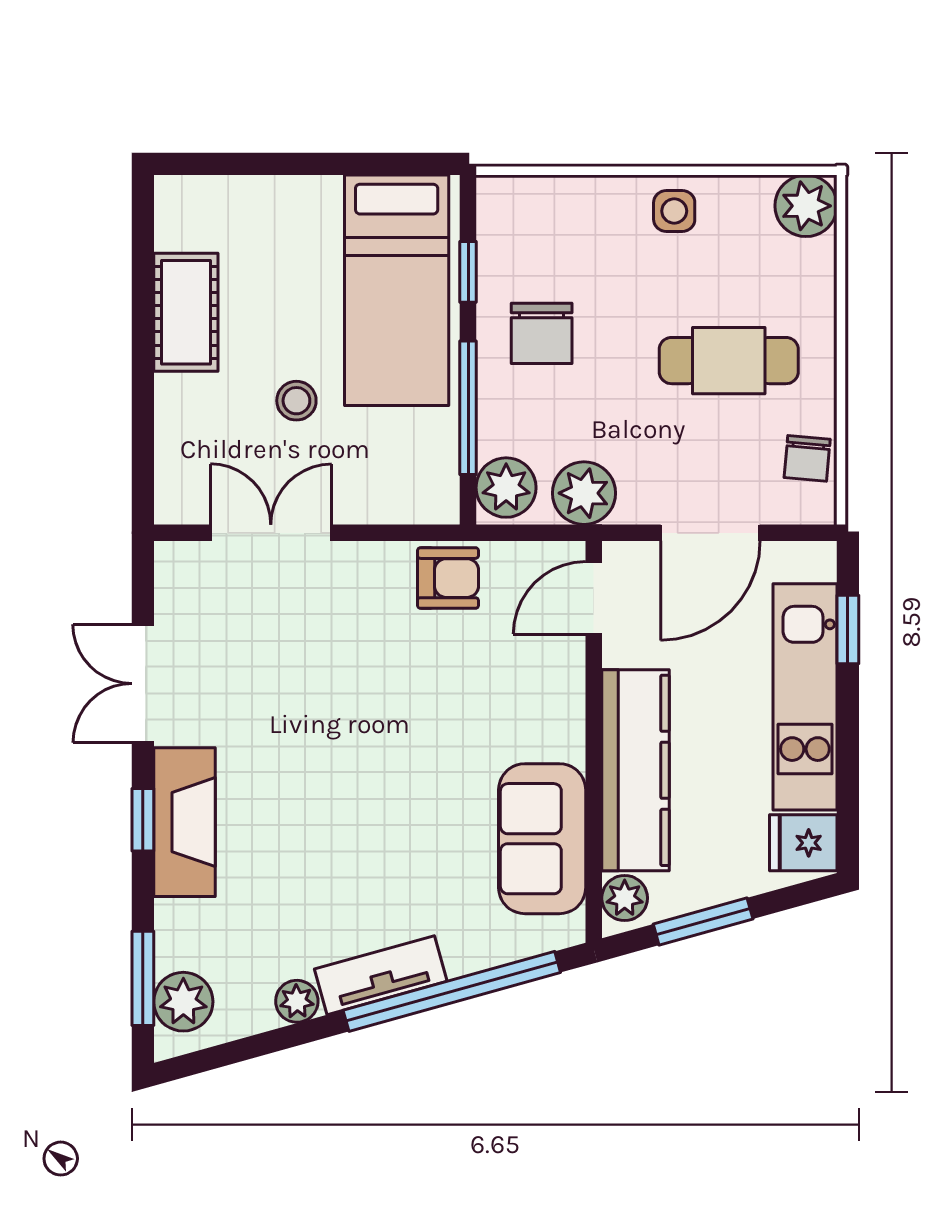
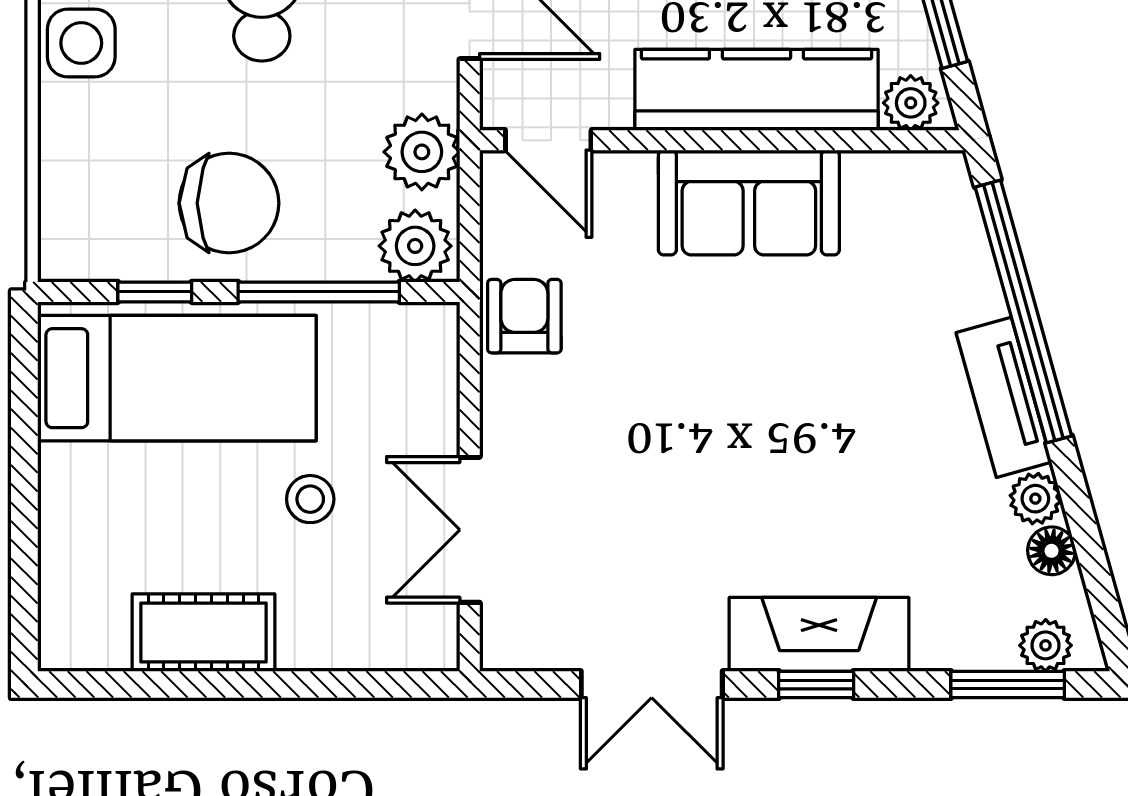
side table: (674, 211) -> (81, 43), width x1.37, depth x1.37
chair: (542, 333) -> (229, 203), width x1.37, depth x1.37
sofa: (542, 839) -> (749, 202), moved
plant: (183, 1002) -> (1046, 645), width x0.73, depth x0.73
floor lamp: (254, 1015) -> (1052, 551), added

